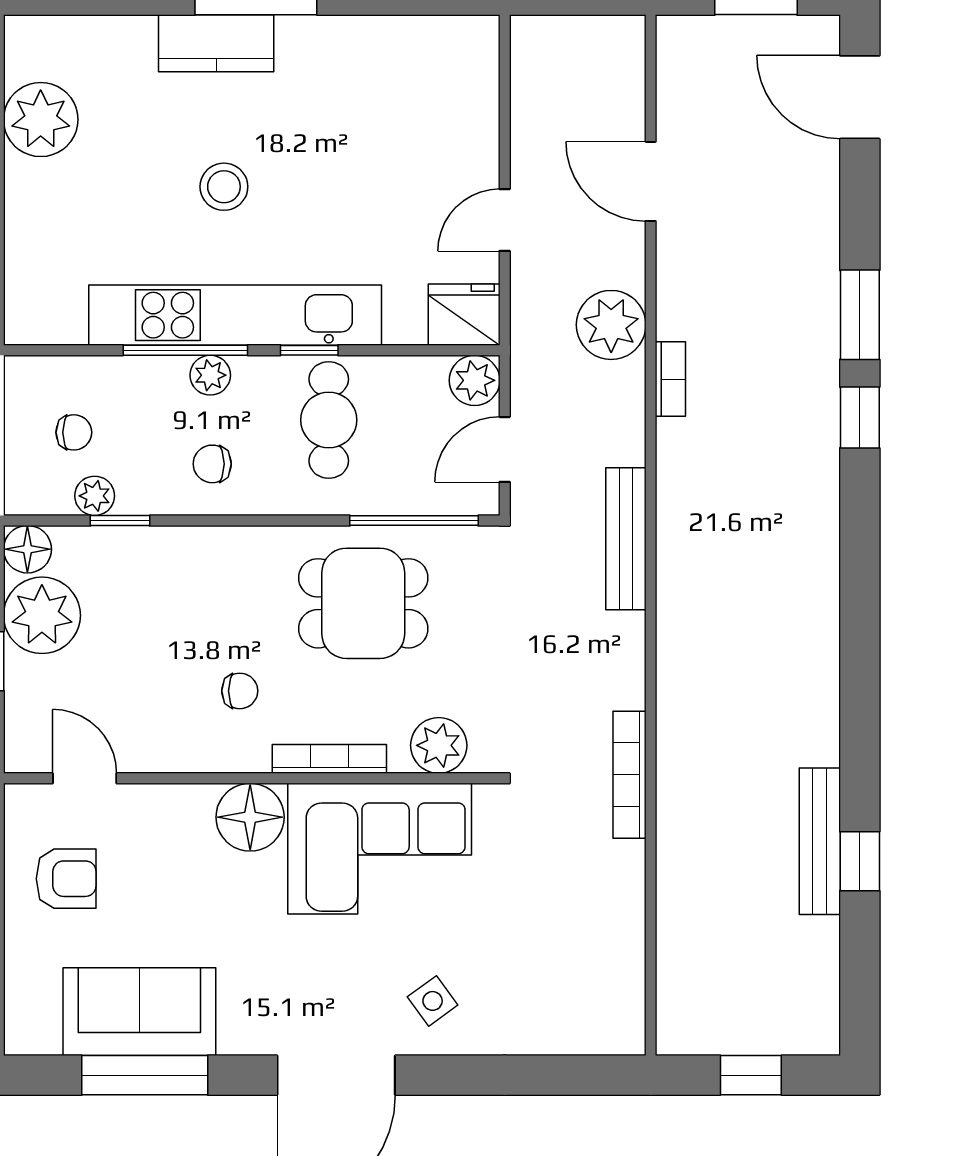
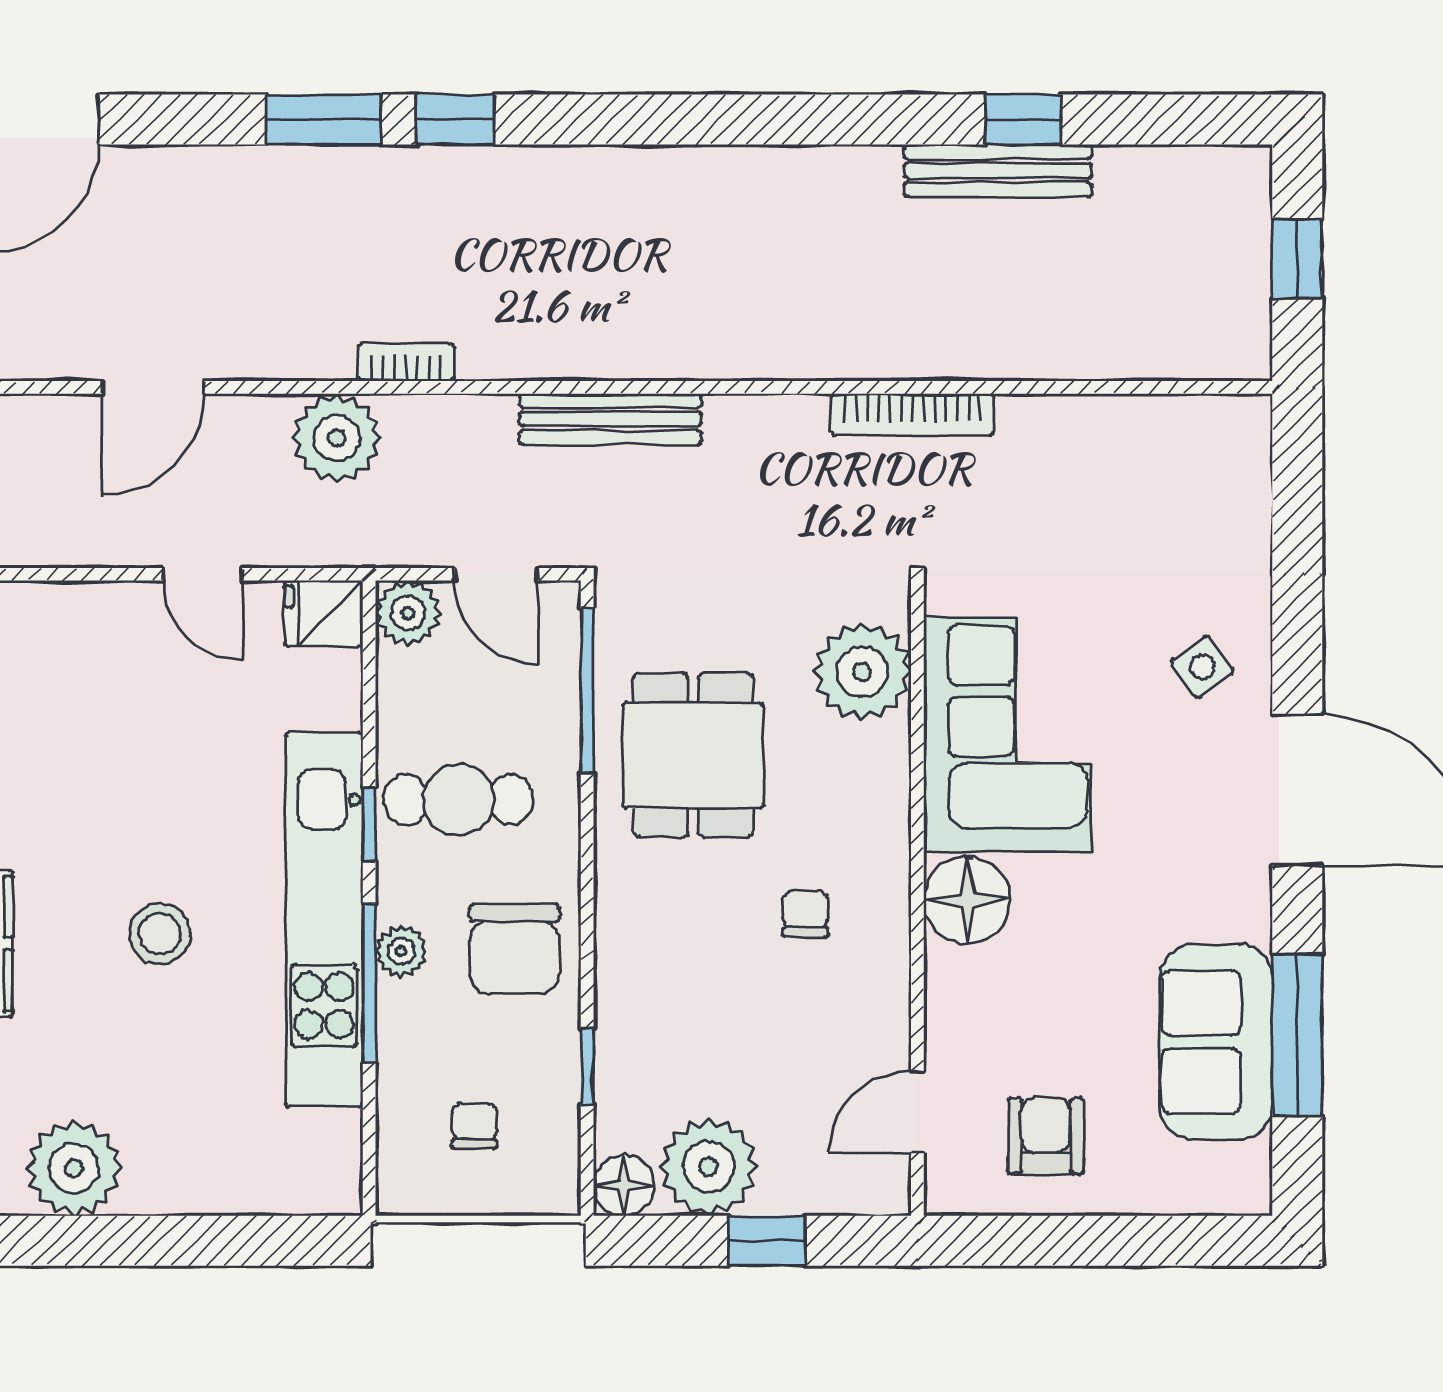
fridge: (464, 315) -> (324, 613), width x0.72
chair: (212, 464) -> (515, 949), width x1.87, depth x1.87
plant: (95, 496) -> (556, 1099), removed
plant: (439, 745) -> (862, 672), width x1.36, depth x1.36
bookcase: (329, 759) -> (892, 799), removed

